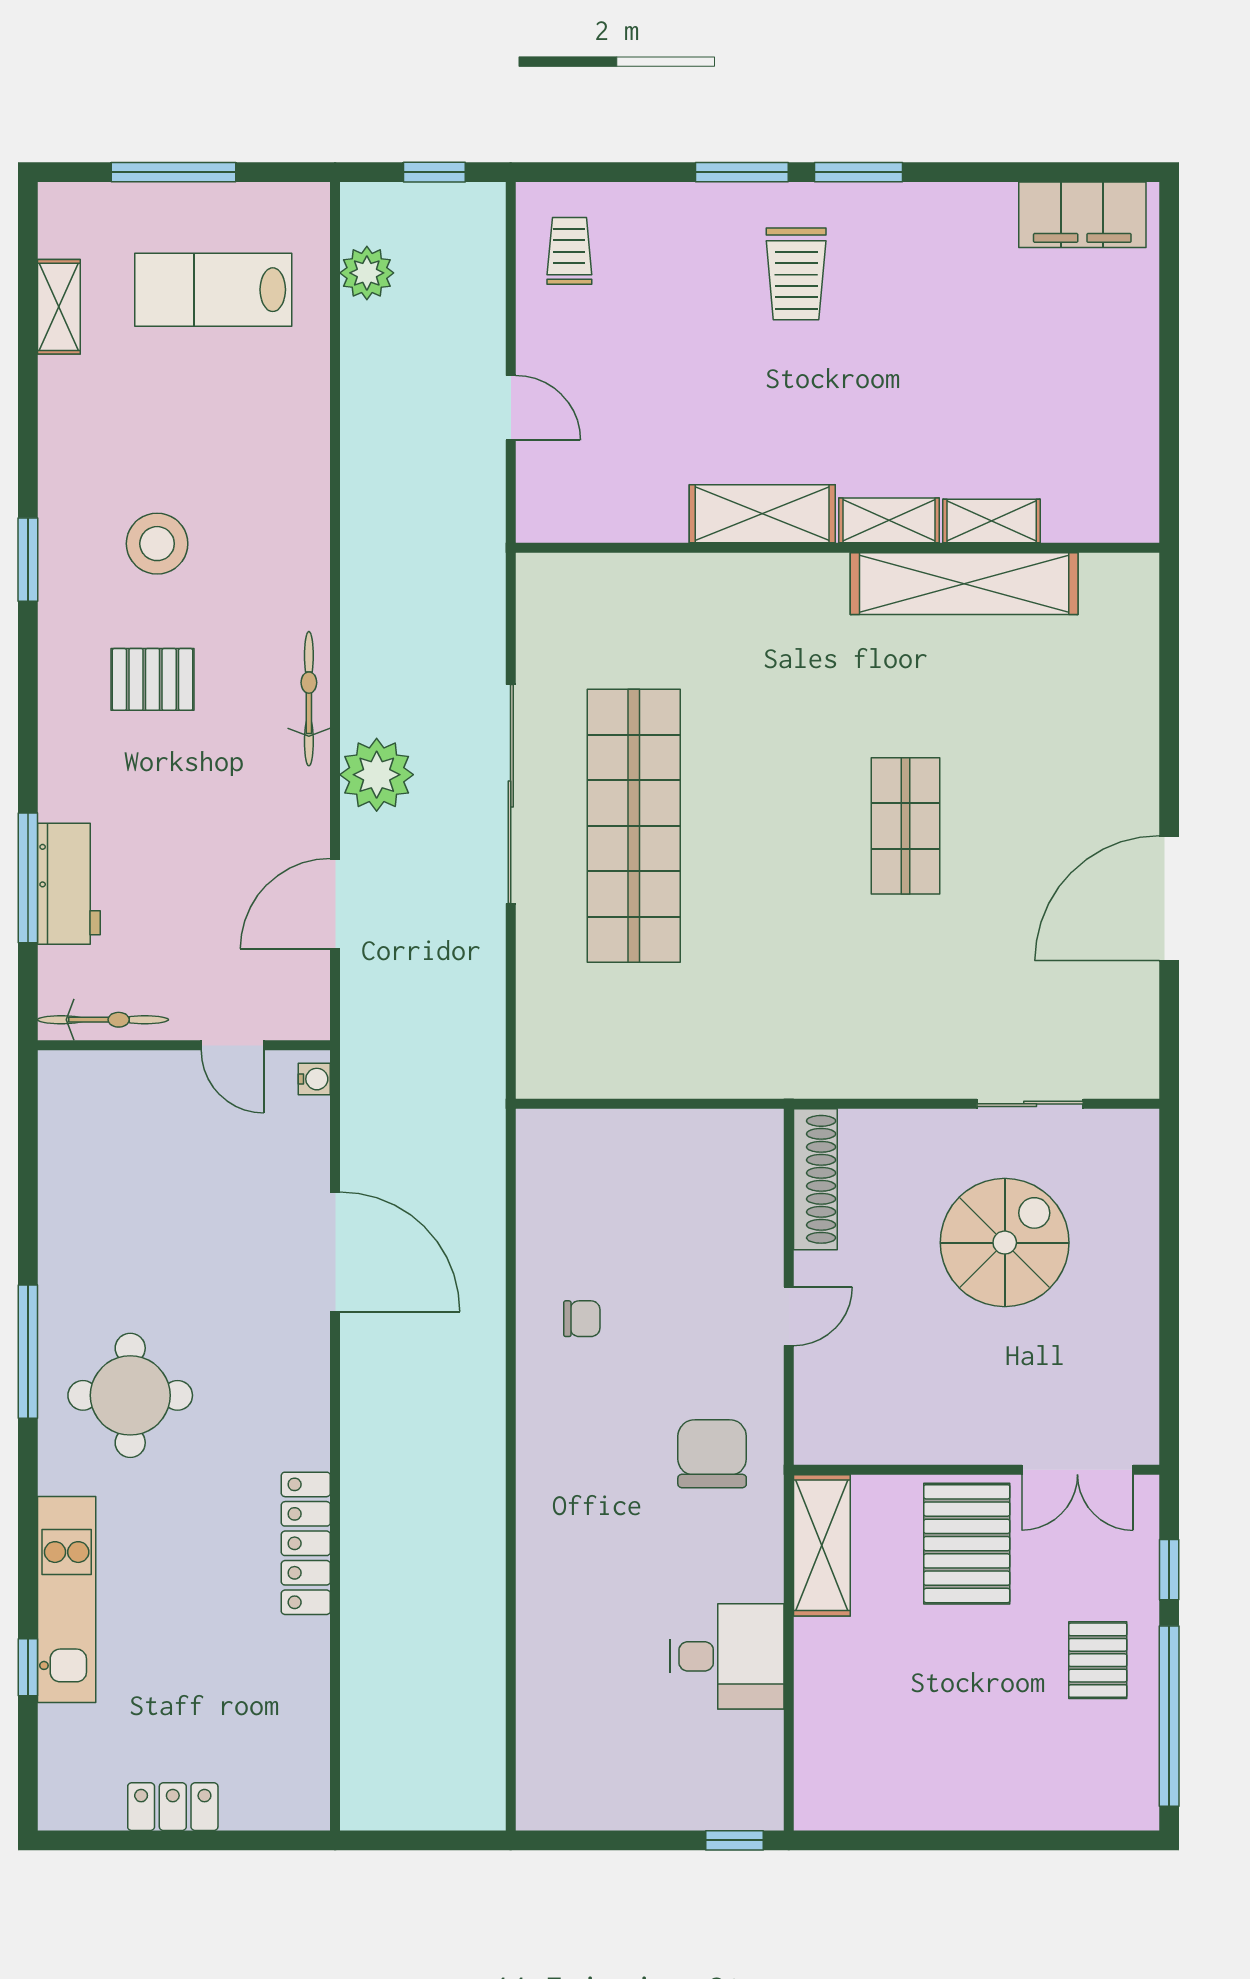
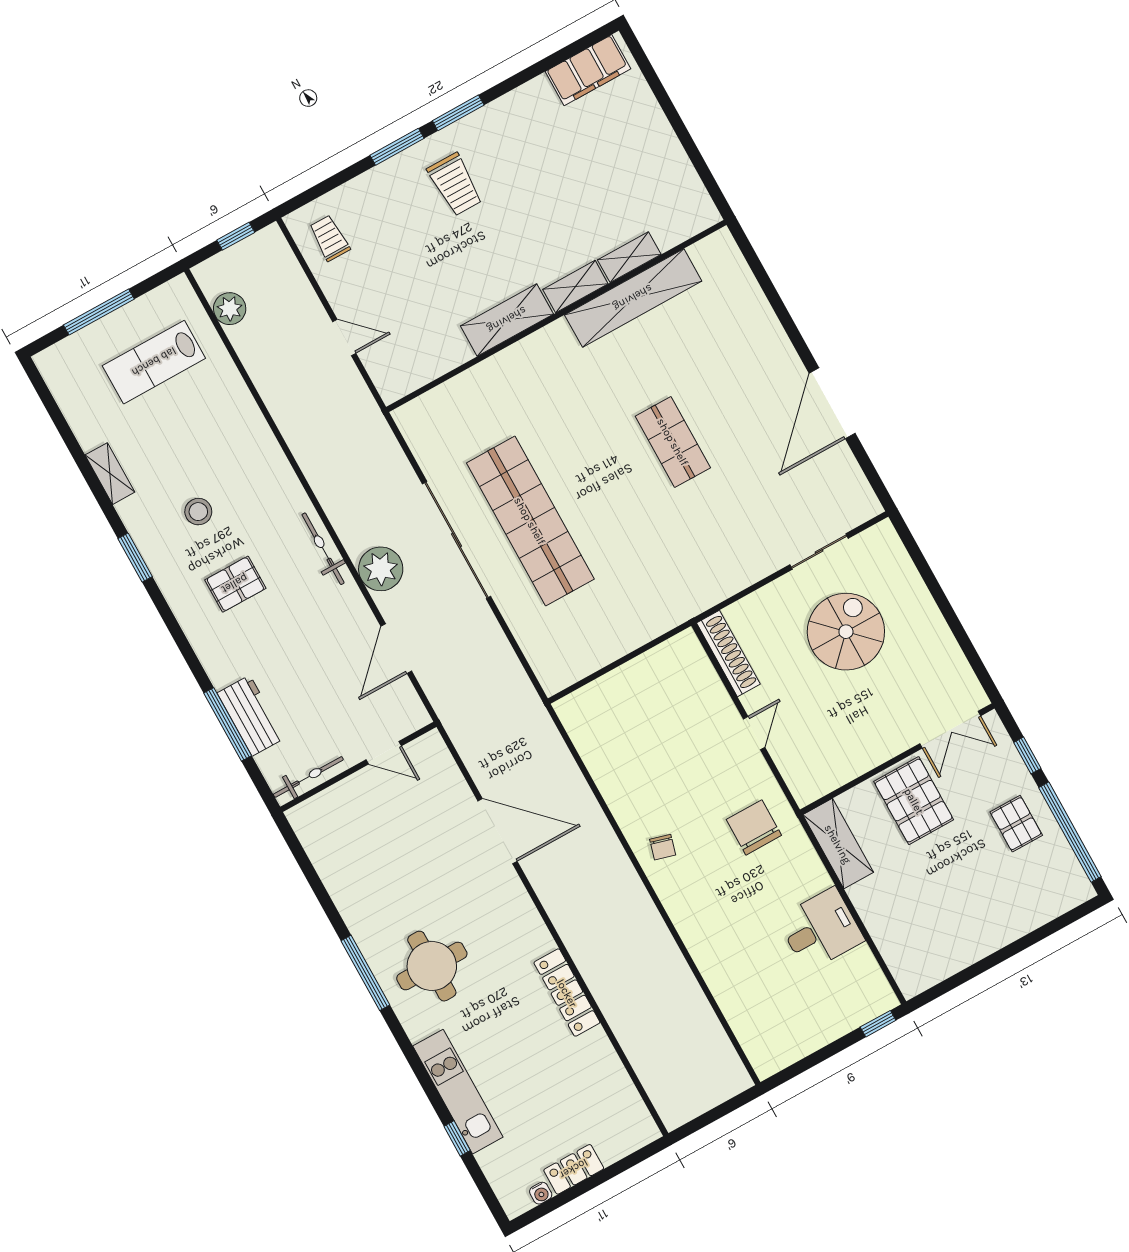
shelving: (59, 307) -> (110, 474), moved
stool: (157, 544) -> (198, 512), width x0.73, depth x0.73
water cooler: (314, 1079) -> (541, 1193), moved, turned 90
chair: (582, 1319) -> (663, 847), moved, turned 106

